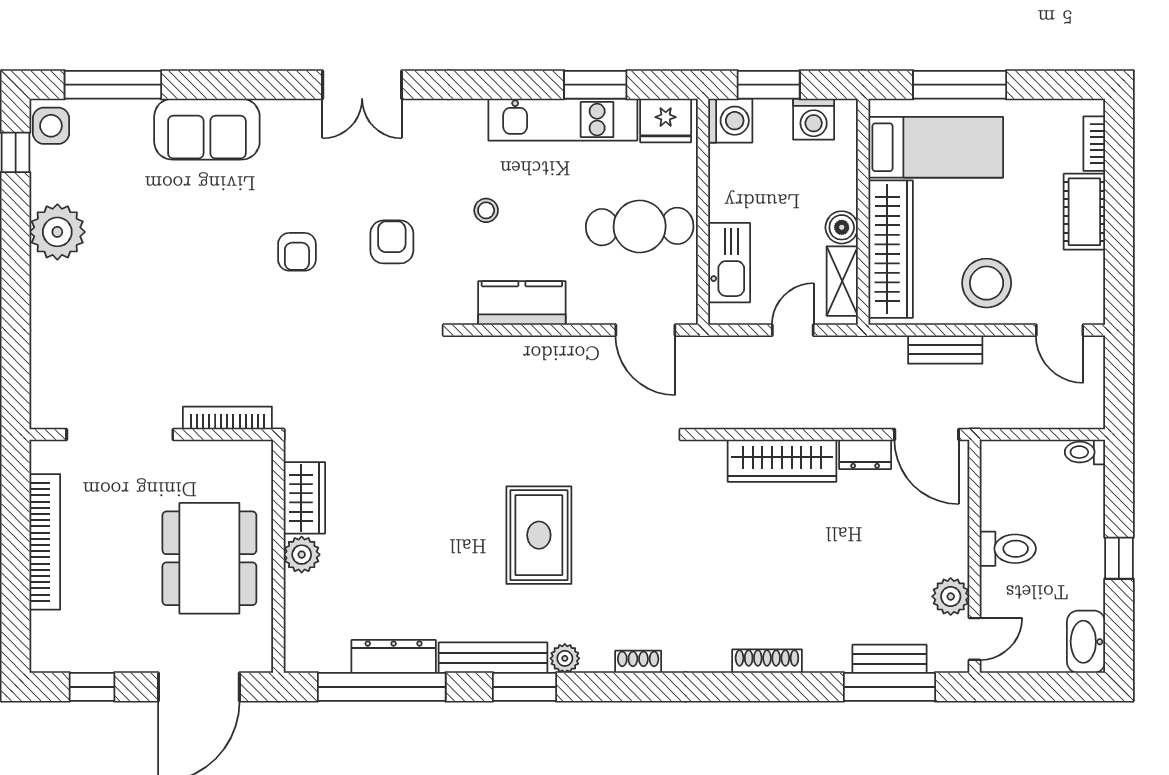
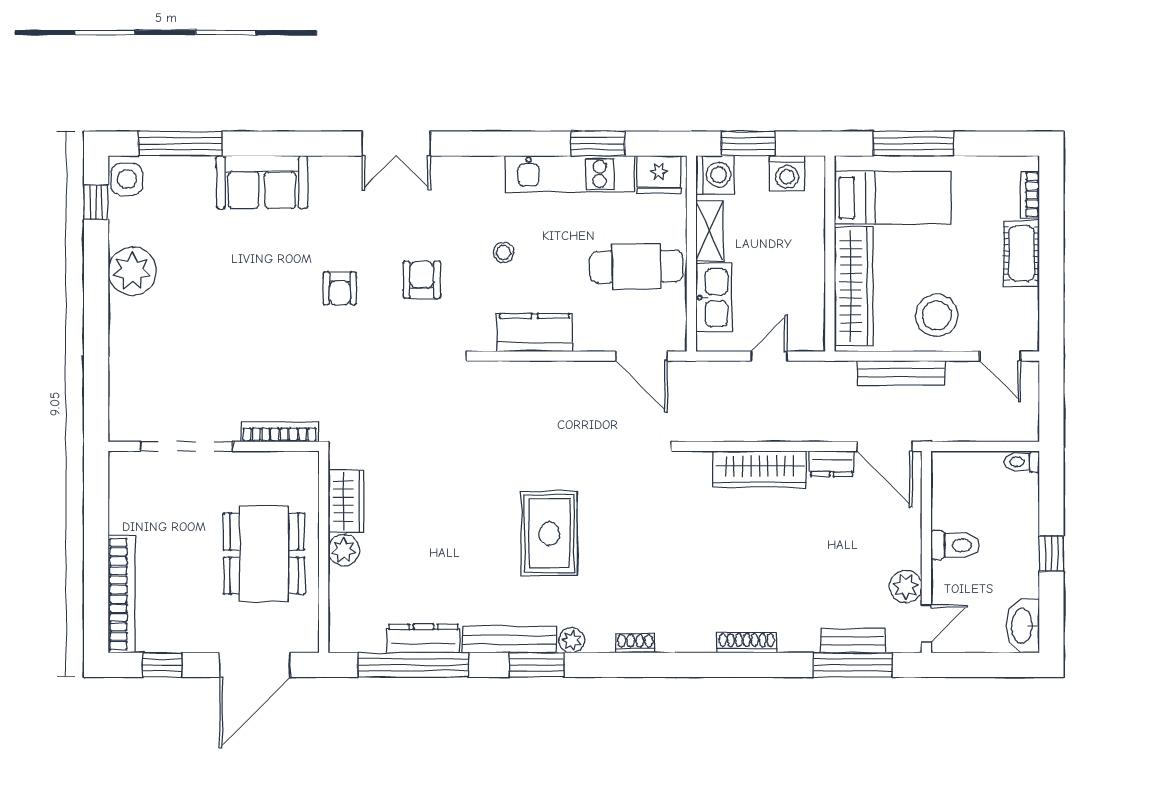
boiler: (842, 227) -> (811, 267), removed
shelving: (842, 281) -> (709, 231), moved
bench: (945, 350) -> (901, 373), width x1.36
bookcase: (45, 542) -> (122, 594), moved

